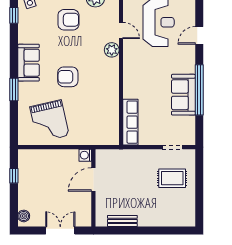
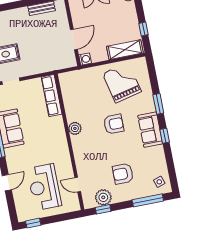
window: (14, 15) -> (165, 136), moved
door: (121, 30) -> (78, 185), moved
plant: (112, 50) -> (75, 128), moved
shelving: (39, 157) -> (125, 50), added

